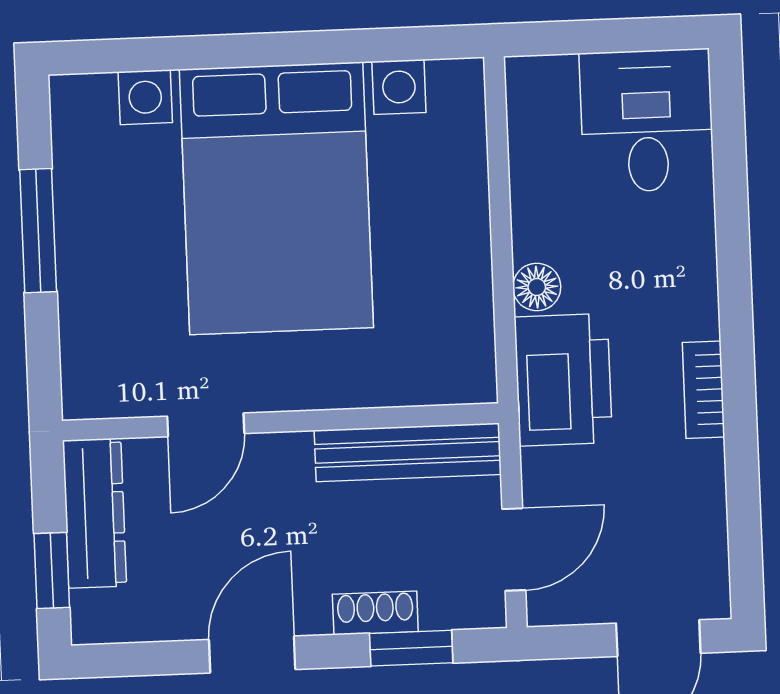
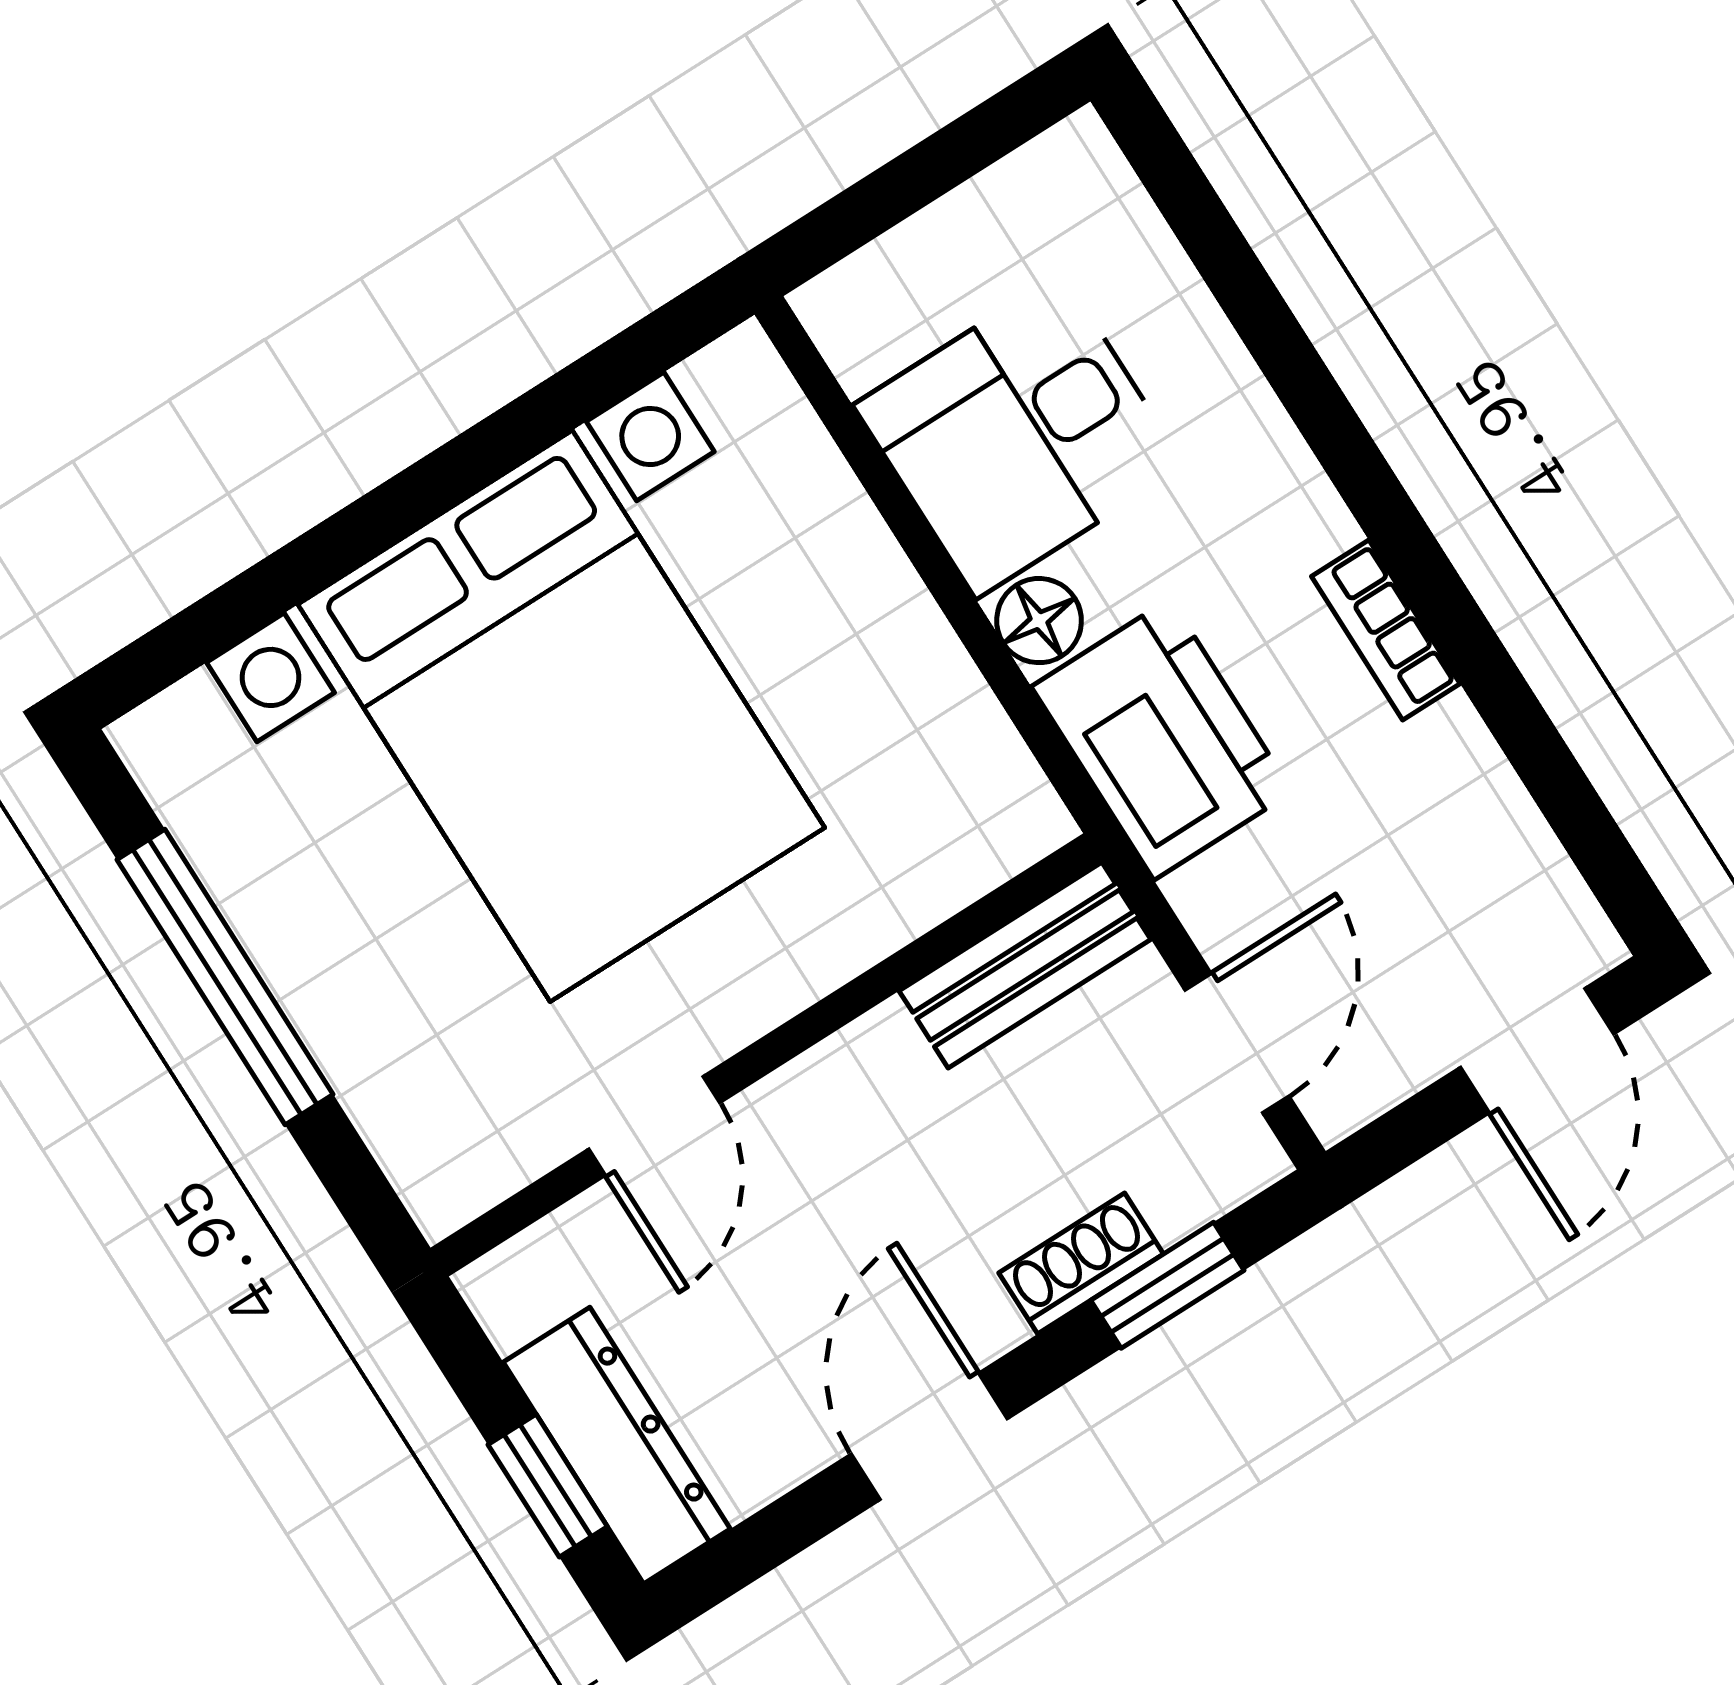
desk: (647, 121) -> (1019, 436), moved, turned -90
window: (38, 231) -> (225, 977), width x1.44
bench: (408, 452) -> (1025, 965), width x0.73
dresser: (95, 513) -> (617, 1446), moved

